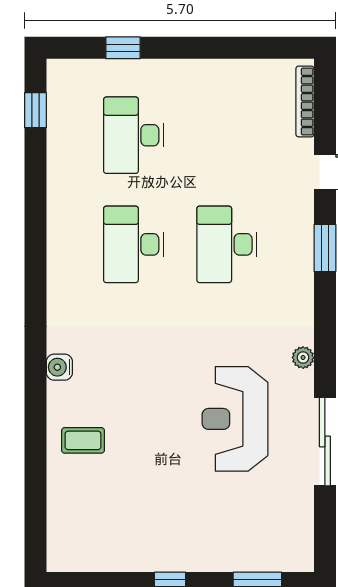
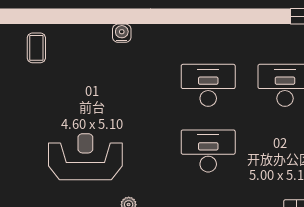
coffee table: (83, 440) -> (36, 48), moved

